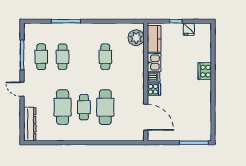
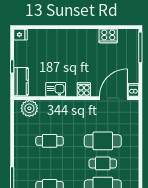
fridge: (189, 29) -> (20, 35), moved
kitchen counter: (154, 39) -> (21, 82), moved, turned 90
cooker: (205, 71) -> (108, 36), moved
dishwasher: (154, 77) -> (134, 90), moved

